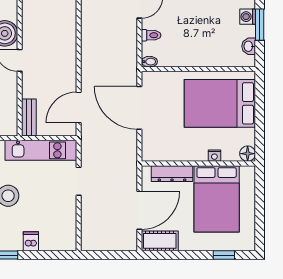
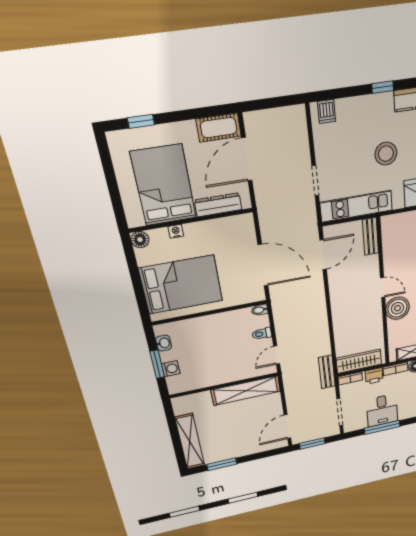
dishwasher: (31, 241) -> (327, 111), moved

